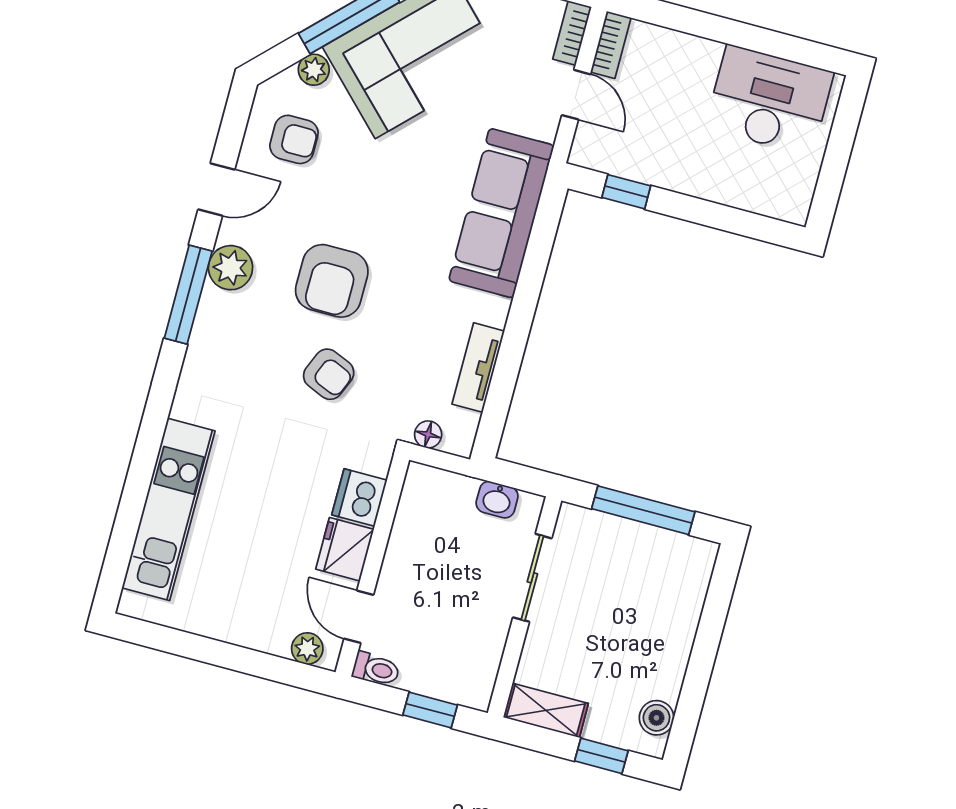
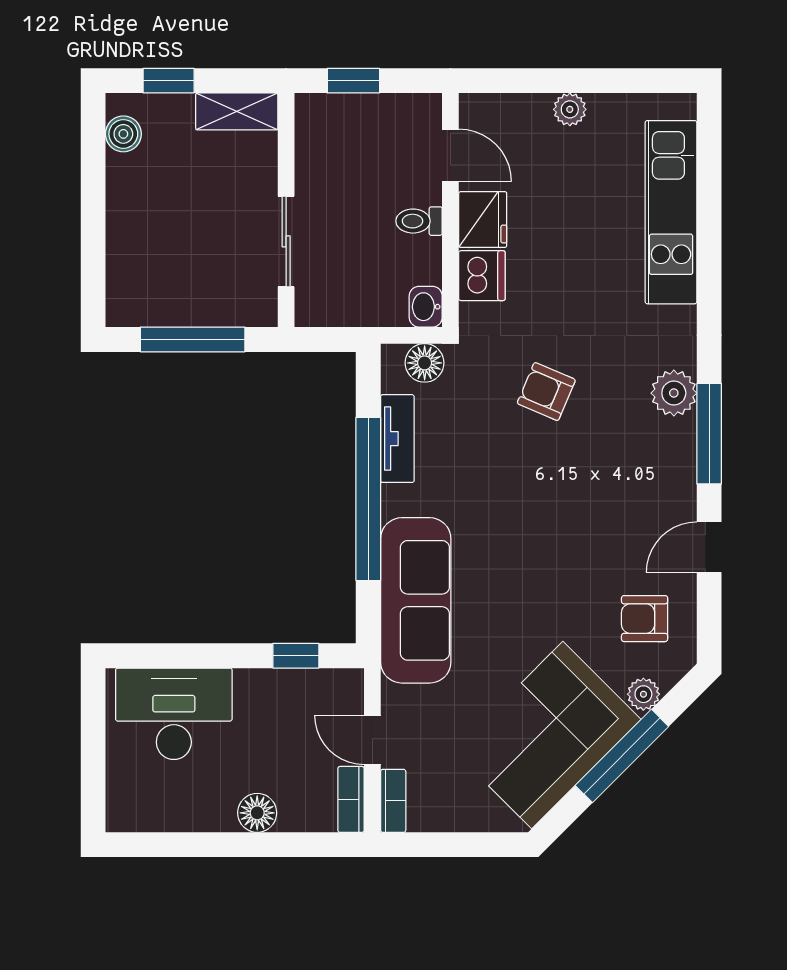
floor lamp: (701, 56) -> (257, 813), added
desk: (769, 100) -> (174, 714), moved, turned 180
plant: (231, 268) -> (674, 393), moved
armchair: (332, 281) -> (568, 486), removed
window: (520, 319) -> (368, 499), added
floor lamp: (428, 434) -> (425, 363), width x1.37, depth x1.37
washbasin: (497, 500) -> (426, 307), moved, turned -90
plant: (307, 649) -> (570, 109), moved
toilet: (376, 669) -> (419, 221), moved

